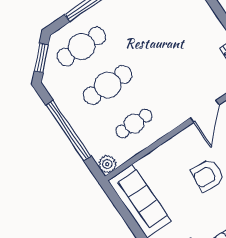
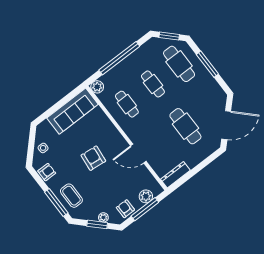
cafe table: (170, 43) -> (185, 126), added
cafe table: (108, 85) -> (153, 84), width x0.73, depth x0.74

